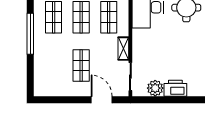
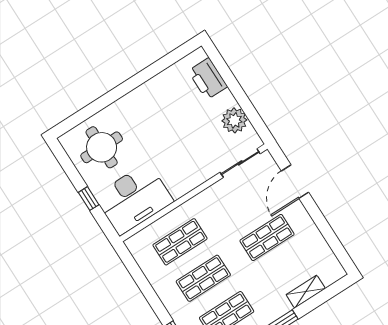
shelving: (123, 49) -> (306, 292), moved
printer: (175, 88) -> (208, 79), moved

